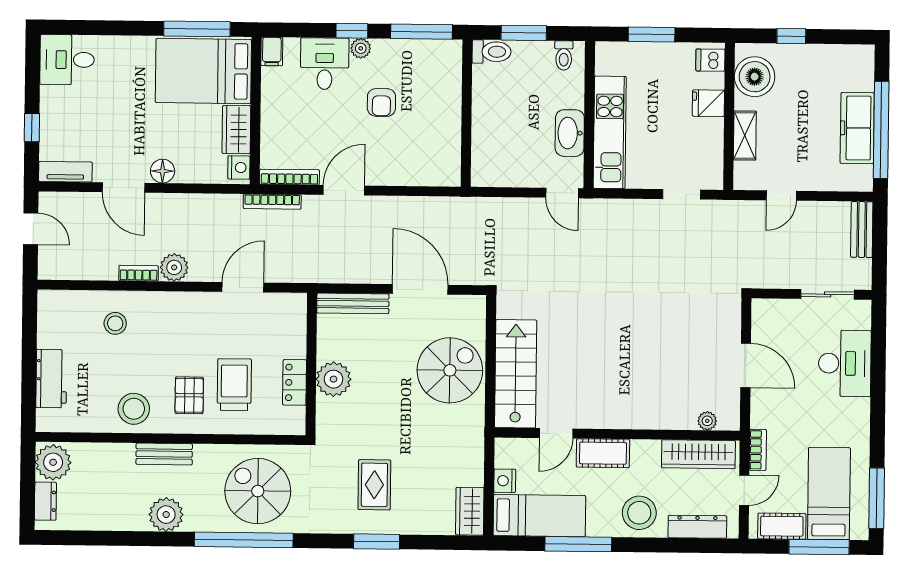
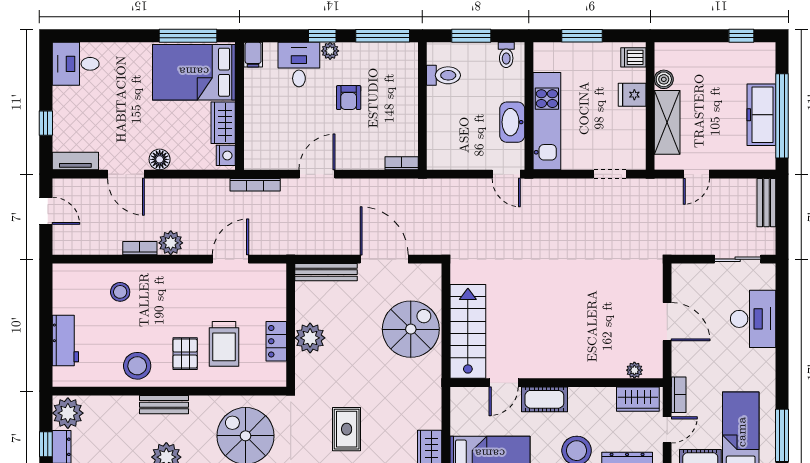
window: (791, 36) -> (741, 36), moved
toilet: (492, 52) -> (444, 75), moved
boiler: (755, 77) -> (664, 79), width x0.54, depth x0.54
shelving: (745, 135) -> (667, 122), width x1.50, depth x1.33
bookcase: (289, 177) -> (402, 163), moved, width x0.64
trolley: (234, 385) -> (224, 344), turned 180
wardrobe: (698, 454) -> (638, 399), width x0.67
nightstand: (505, 481) -> (460, 424), removed
window: (27, 498) -> (46, 444), added

